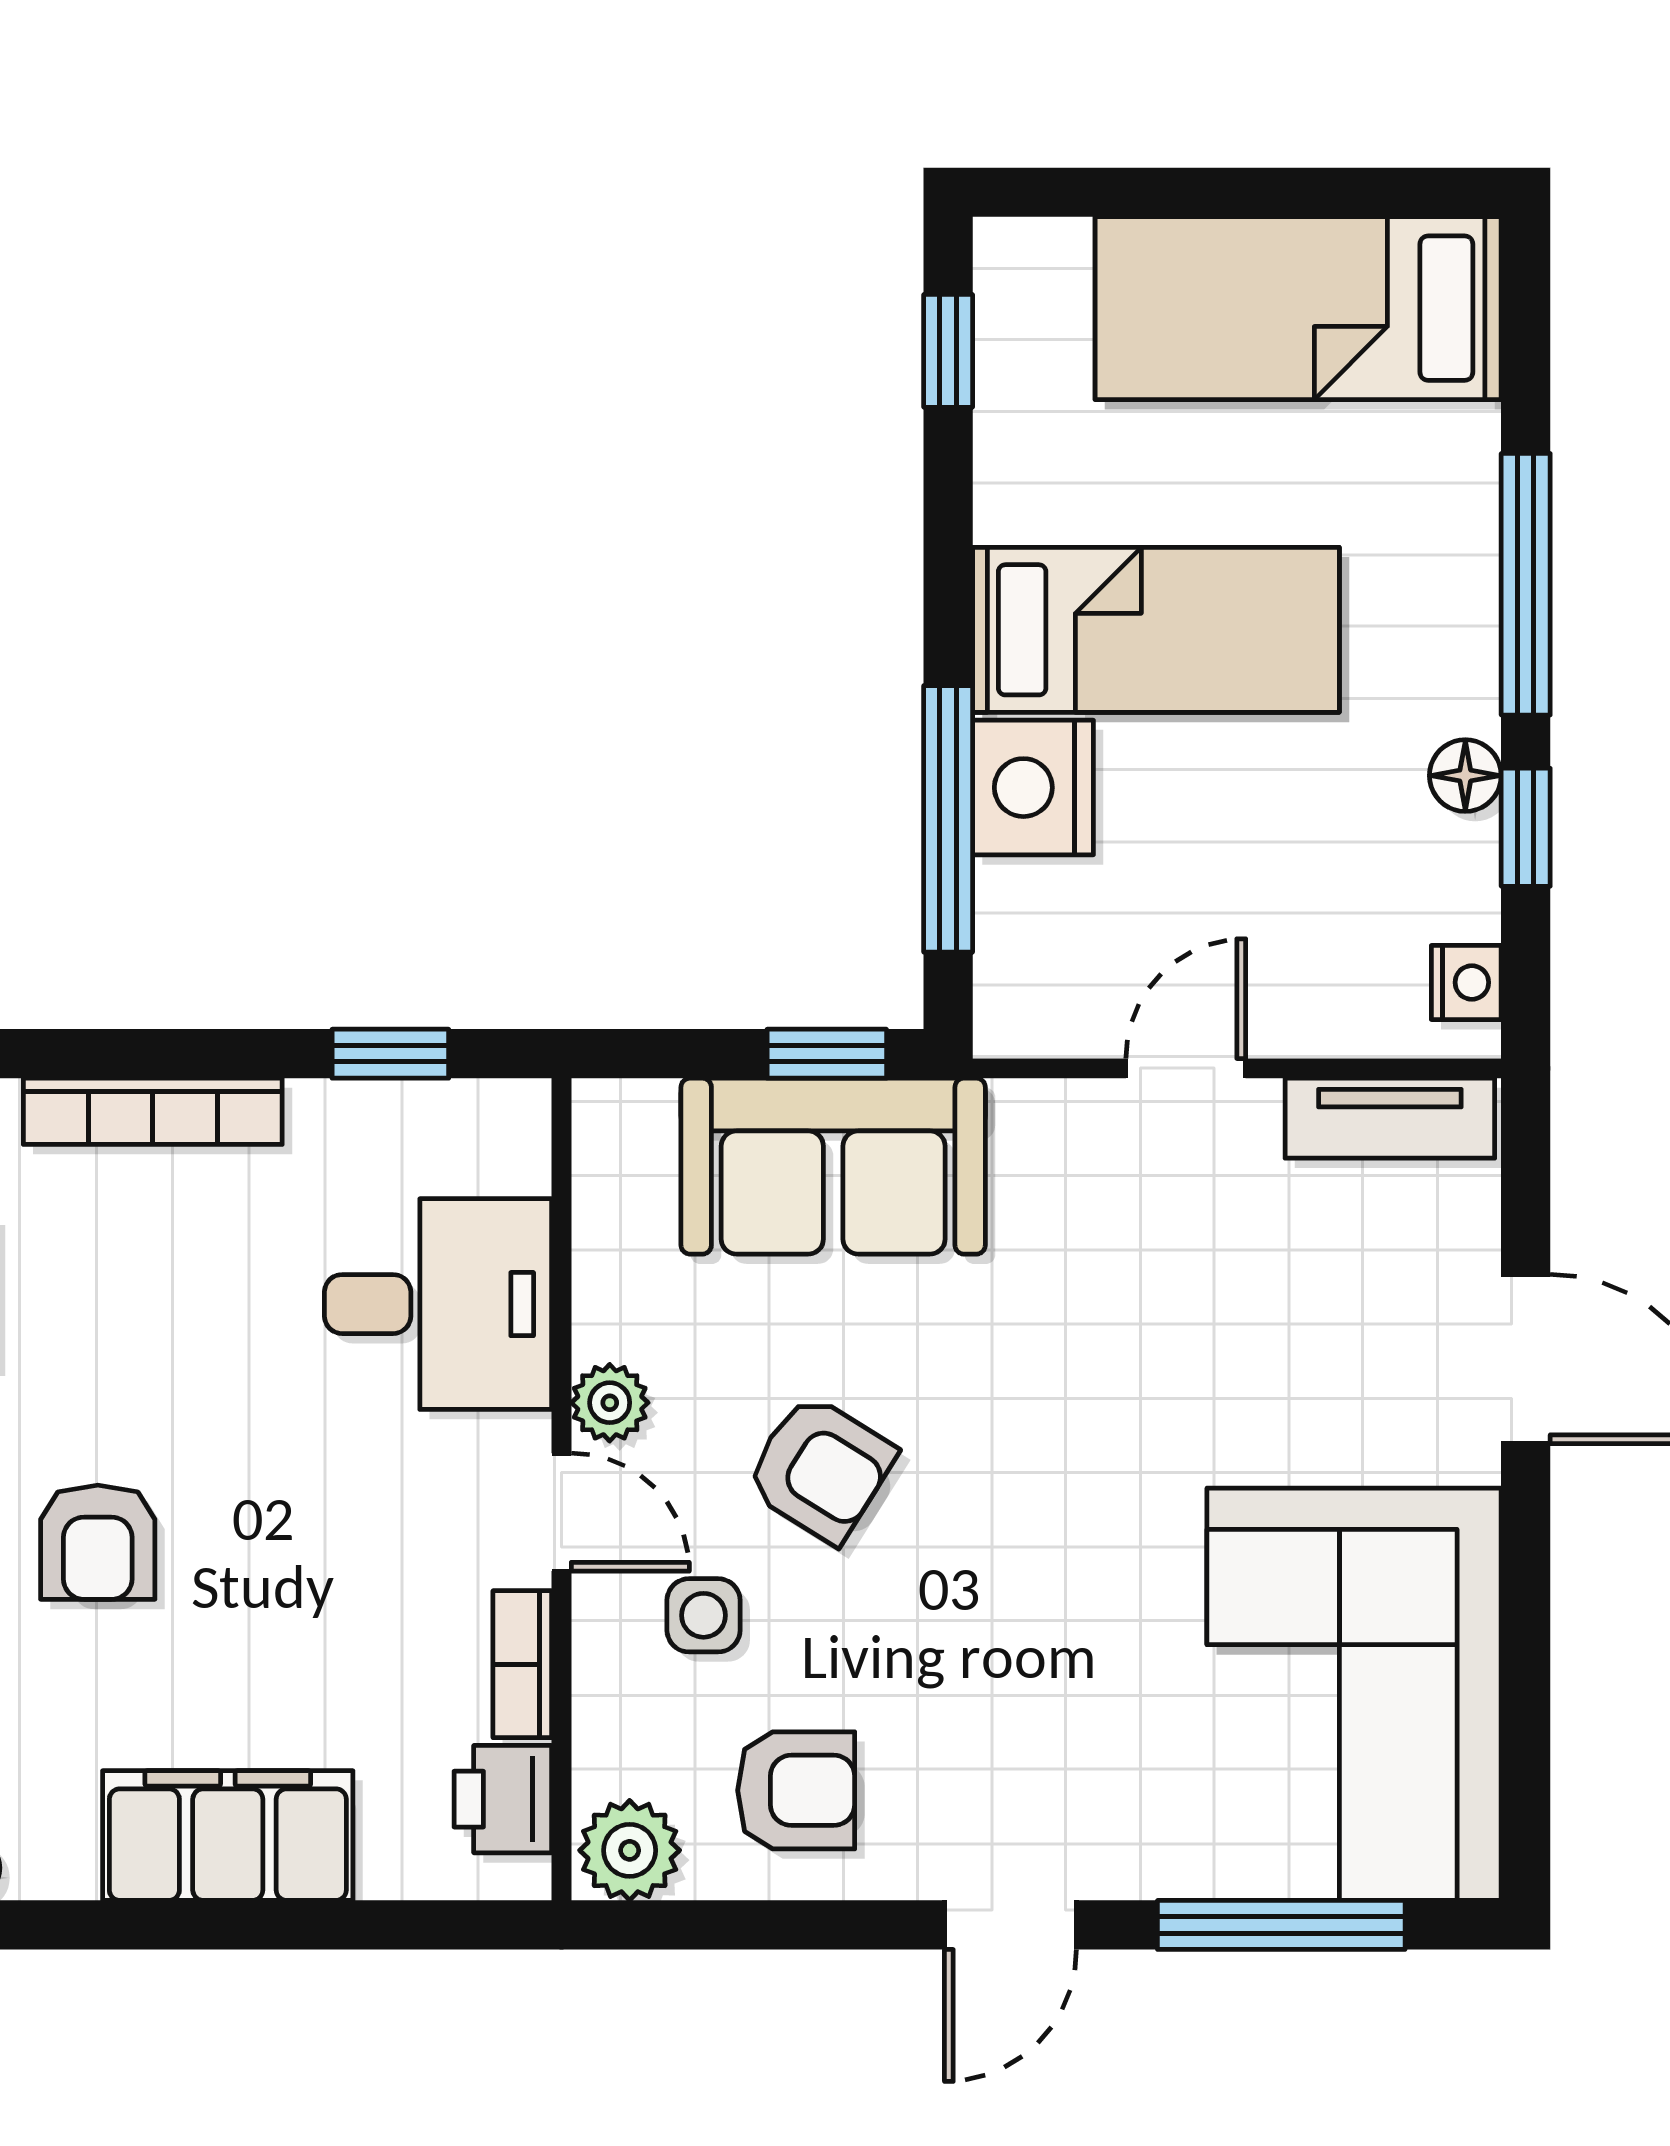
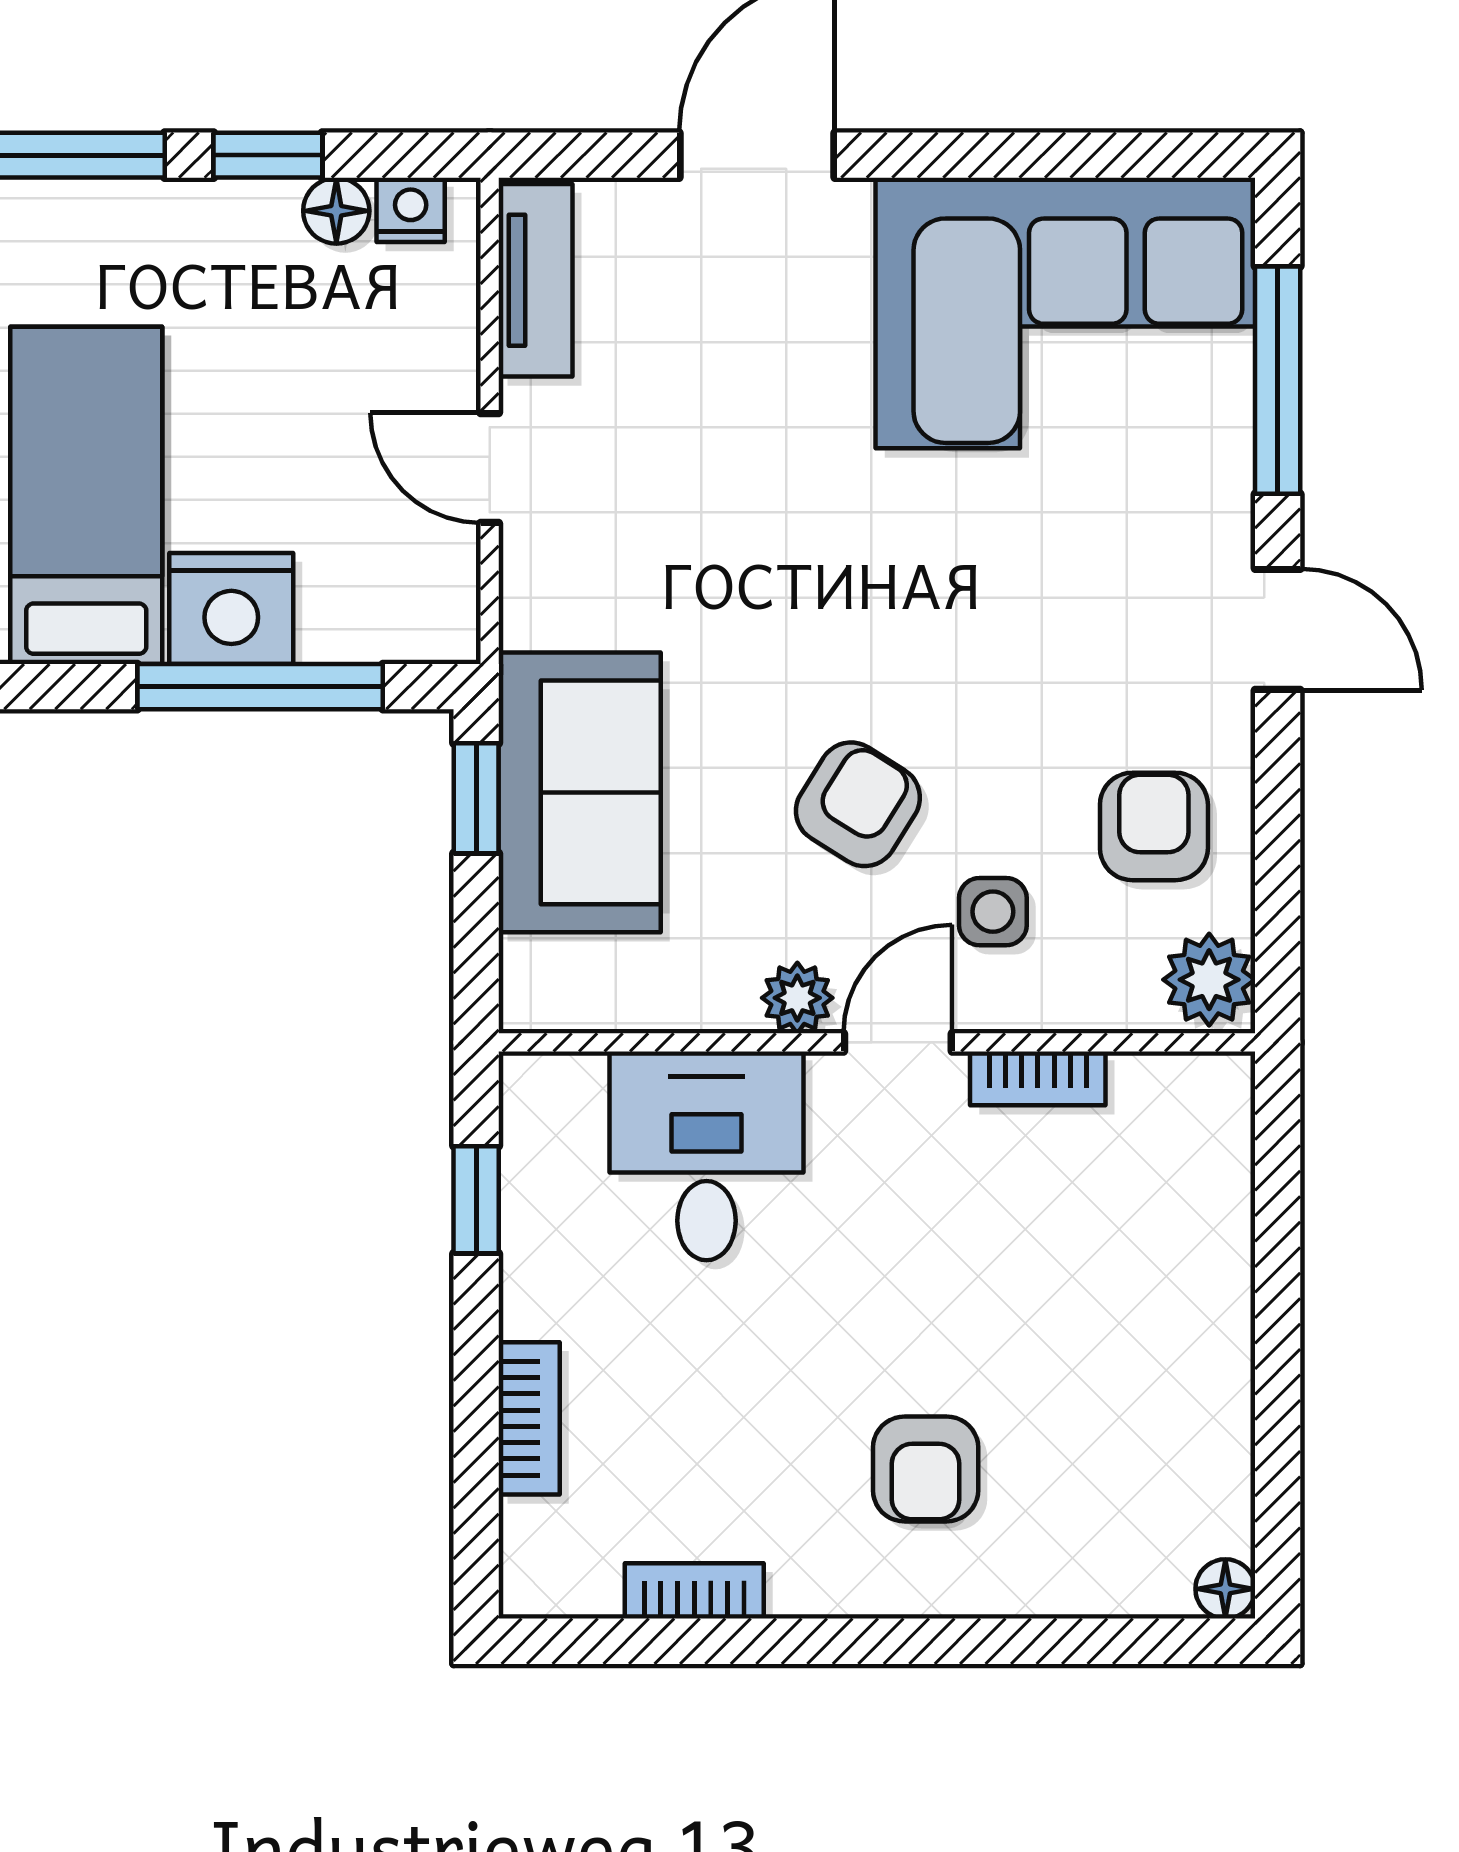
floor lamp: (1465, 776) -> (336, 211), moved
bookcase: (153, 1111) -> (529, 1418), width x0.64
armchair: (98, 1542) -> (926, 1469), turned 90
printer: (503, 1799) -> (1162, 1096), removed
filing cabinet: (228, 1836) -> (1195, 1349), removed

